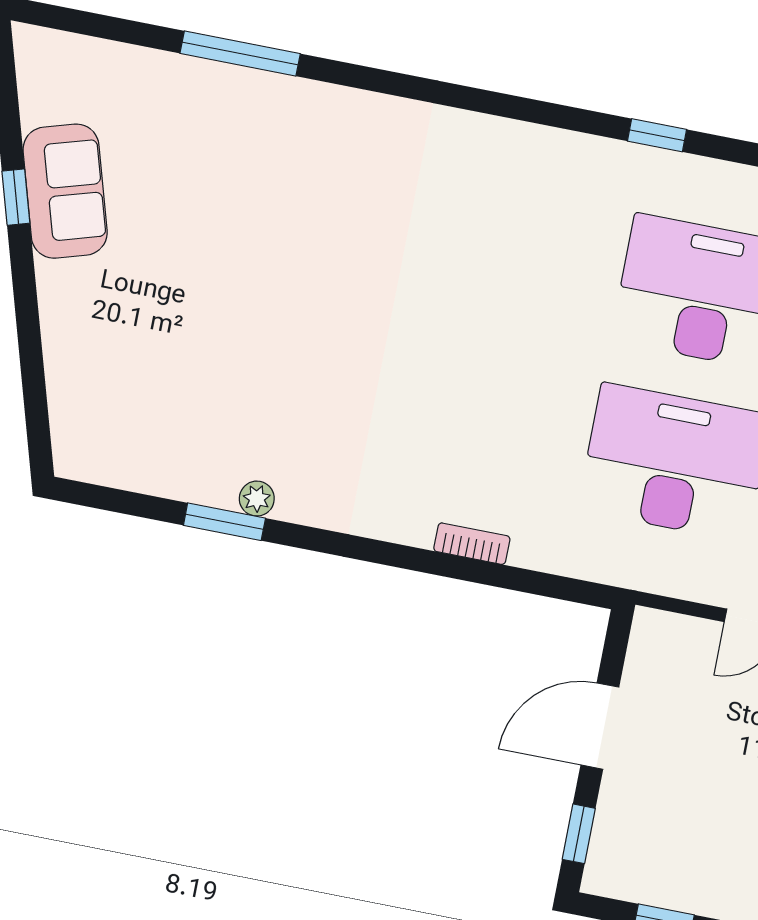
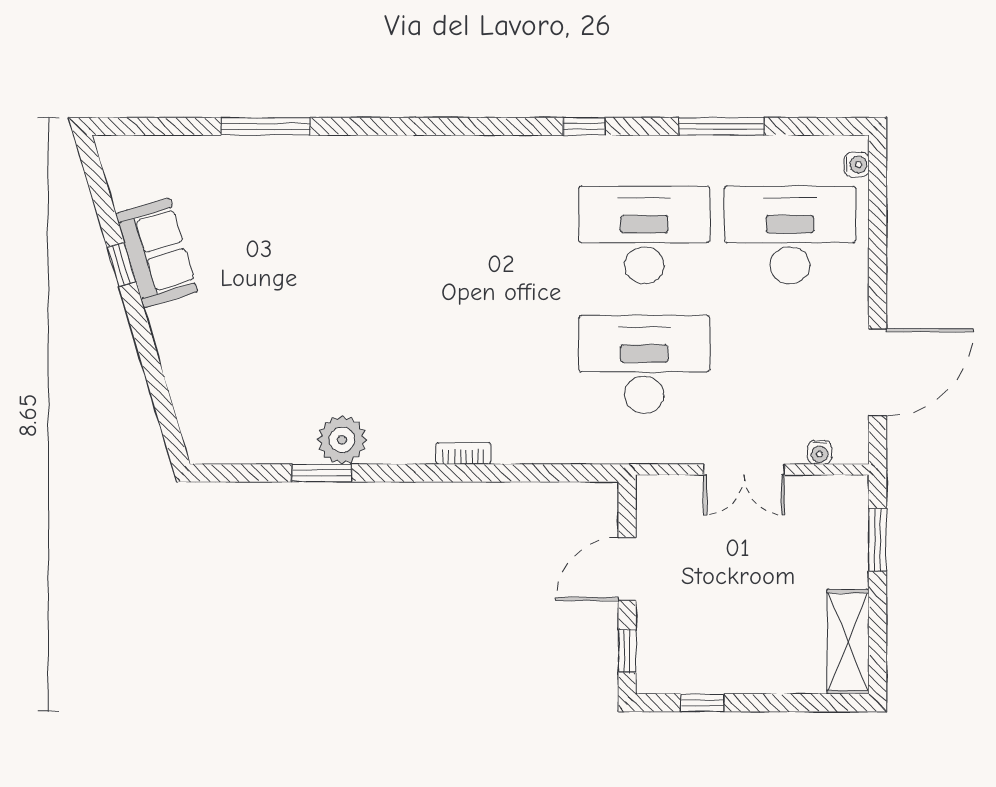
plant: (257, 499) -> (342, 440), width x1.88, depth x1.88
bookcase: (472, 544) -> (463, 453), moved

